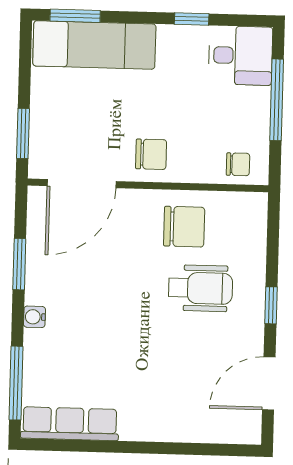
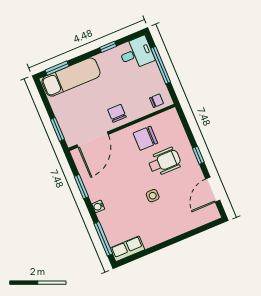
chair: (151, 154) -> (117, 113), turned -90
chair: (184, 227) -> (145, 138), turned 180
side table: (148, 343) -> (153, 196), added
row of seats: (70, 424) -> (127, 249), width x0.68

